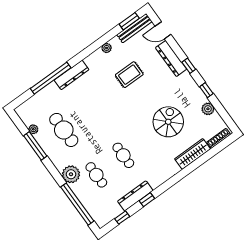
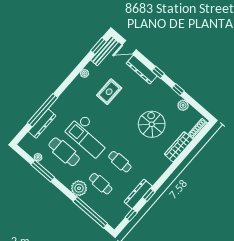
dresser: (72, 75) -> (42, 124), moved
checkout: (95, 118) -> (89, 136), added

